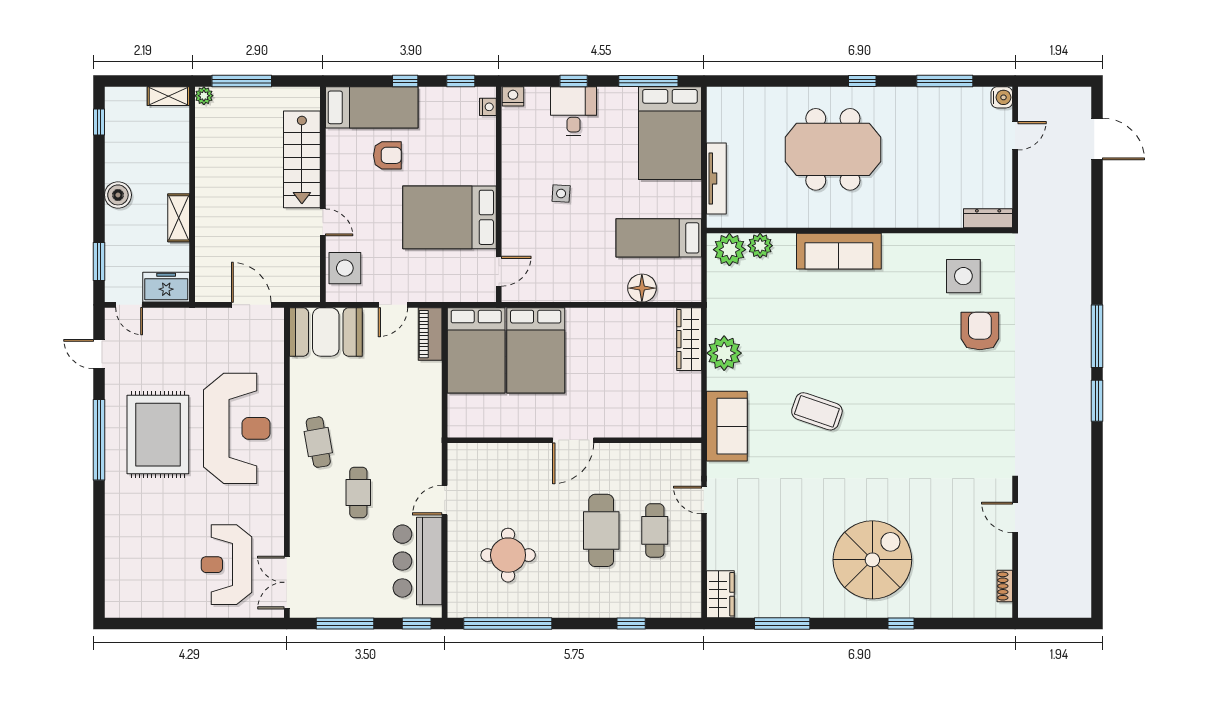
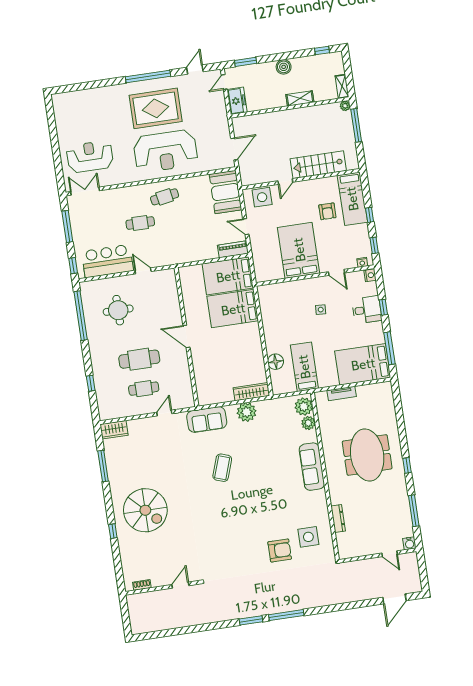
tv unit: (716, 179) -> (342, 393), width x0.71
shelving: (179, 218) -> (300, 98), moved
dresser: (988, 218) -> (338, 519), moved
door: (499, 271) -> (336, 272), moved

